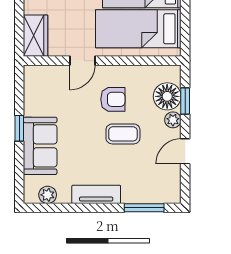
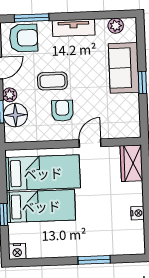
armchair: (113, 99) -> (62, 111), turned 90
armchair: (154, 185) -> (24, 38), added

